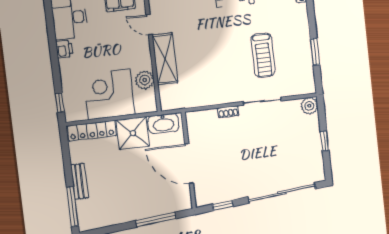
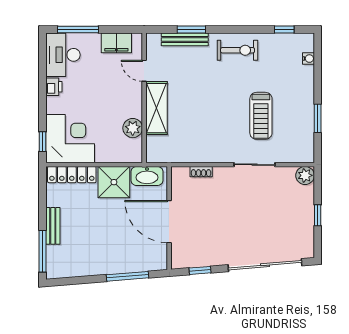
corner desk: (109, 94) -> (70, 139), moved, turned 90
shoe rack: (228, 112) -> (201, 172), moved

